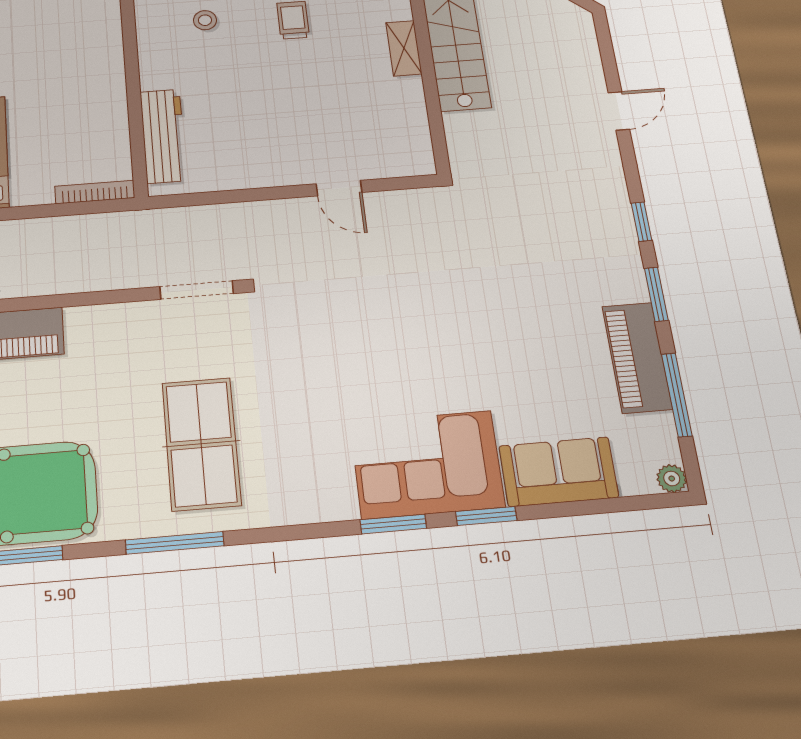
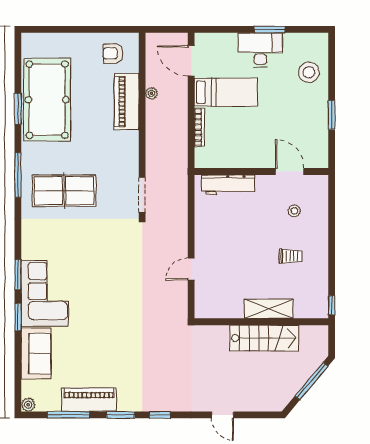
door: (129, 33) -> (290, 171), added
shelving: (404, 48) -> (269, 309), width x1.50, depth x1.33
bookcase: (95, 192) -> (199, 127), moved

